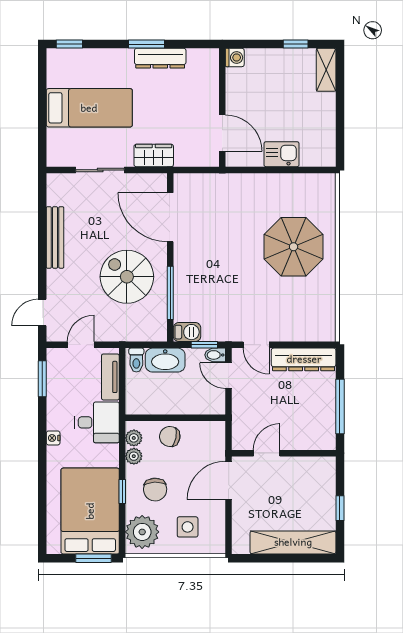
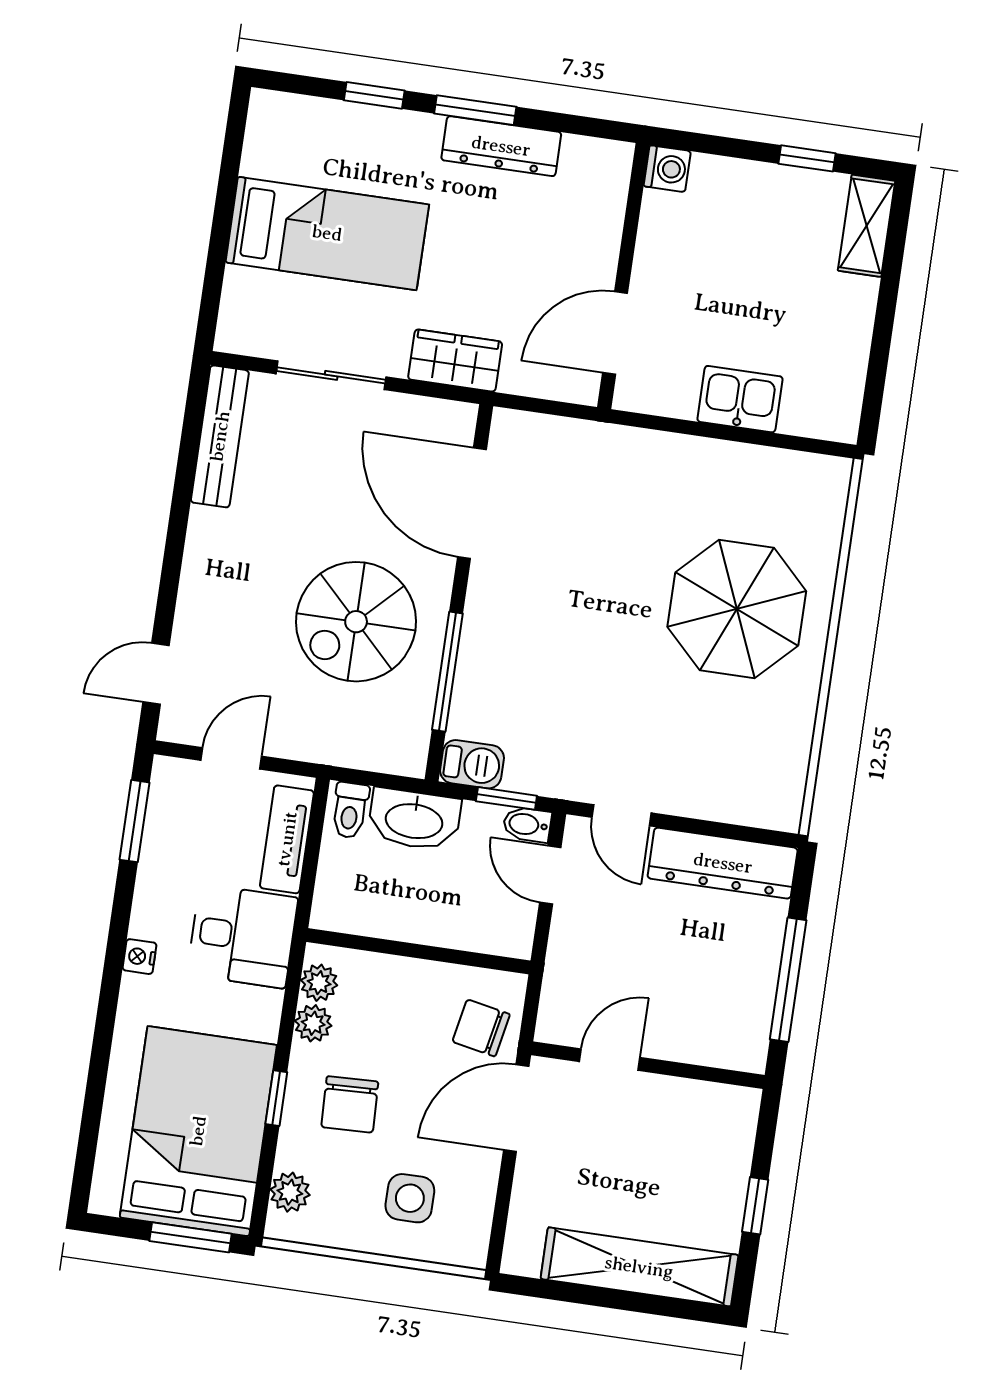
window: (69, 44) -> (374, 95), moved
door: (222, 133) -> (615, 333), swing flipped
bench: (55, 237) -> (220, 436), moved
spiral stairs: (127, 277) -> (356, 622), turned -90
chair: (170, 436) -> (481, 1028), moved
plant: (142, 532) -> (290, 1192), width x0.53, depth x0.53

